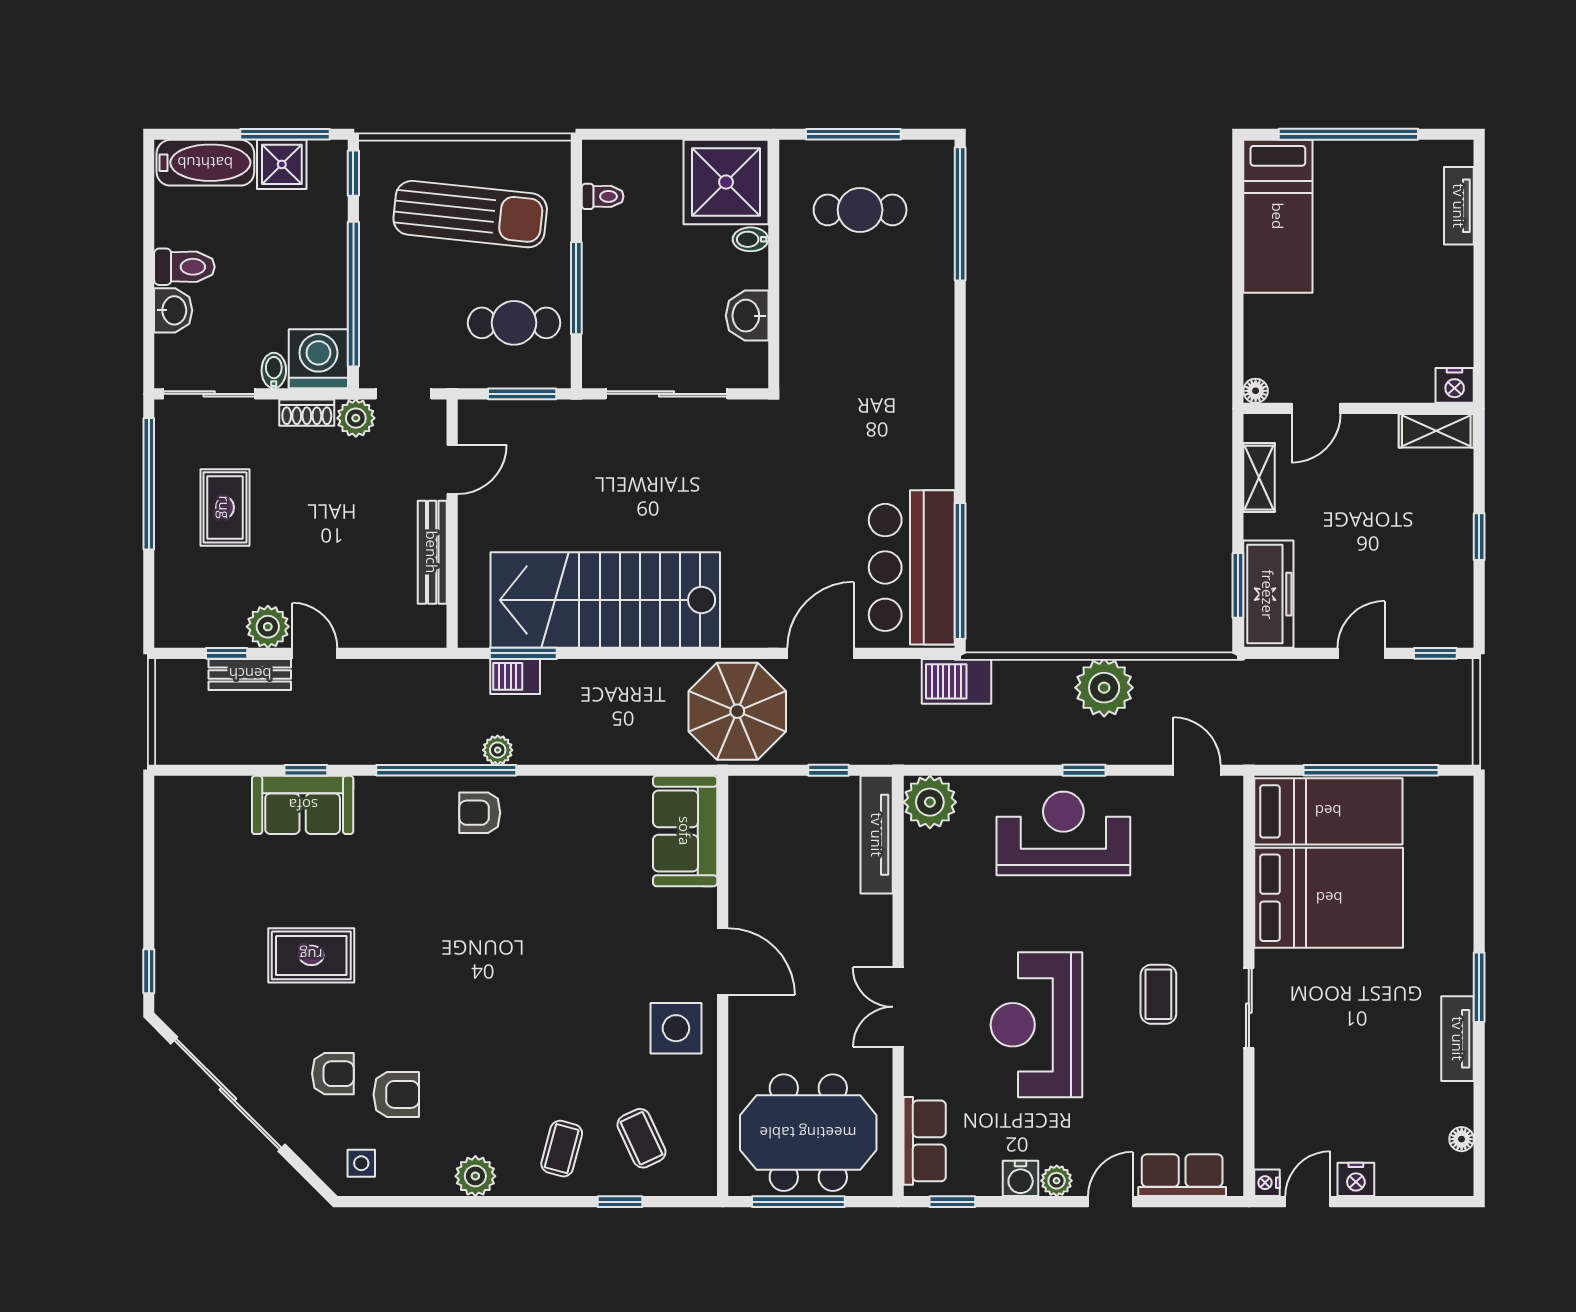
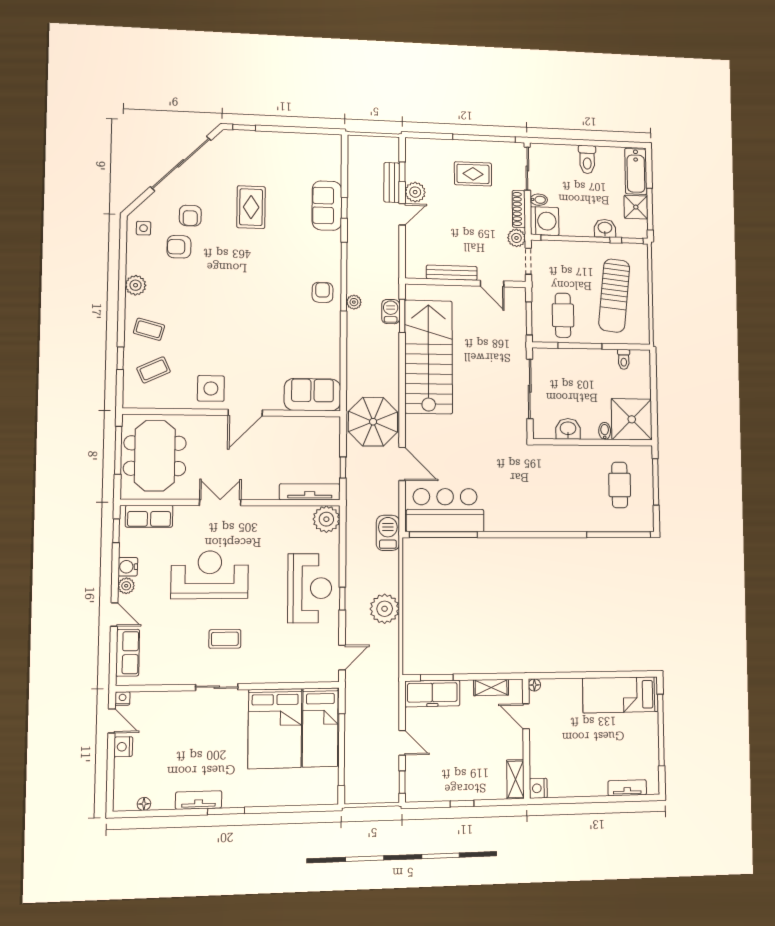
washbasin: (173, 310) -> (605, 228), moved, turned 180
shoe rack: (307, 413) -> (519, 209), width x1.43
armchair: (396, 1094) -> (179, 247), turned 90

